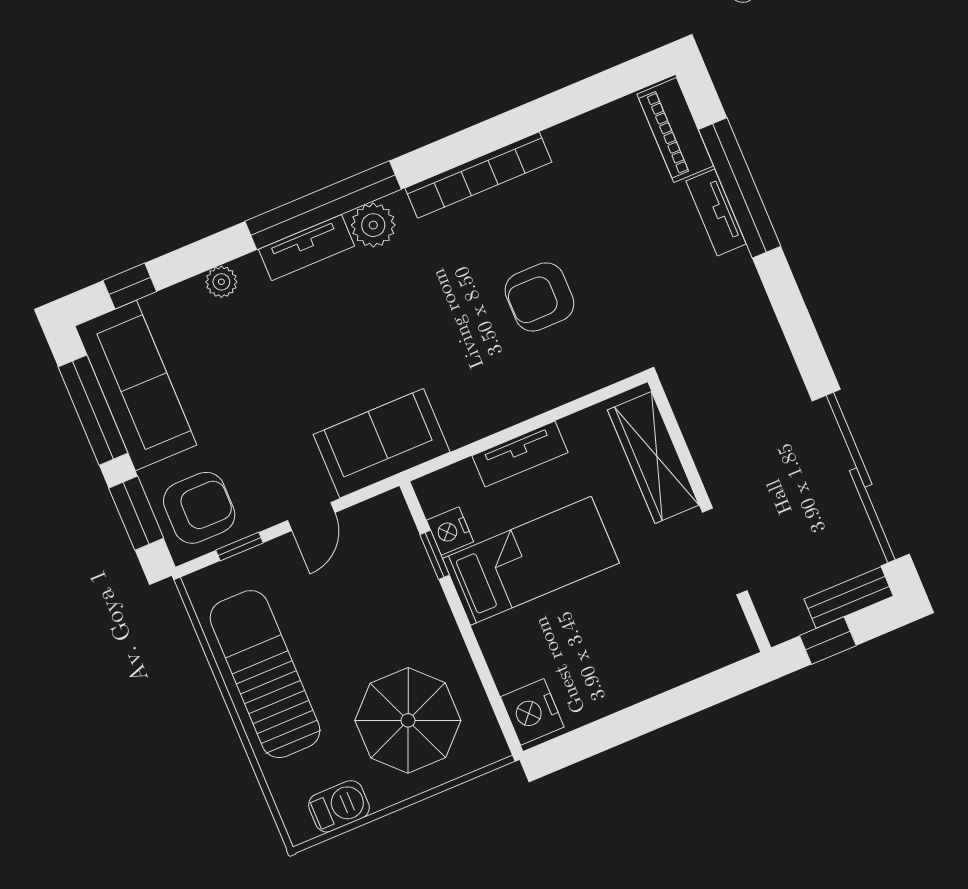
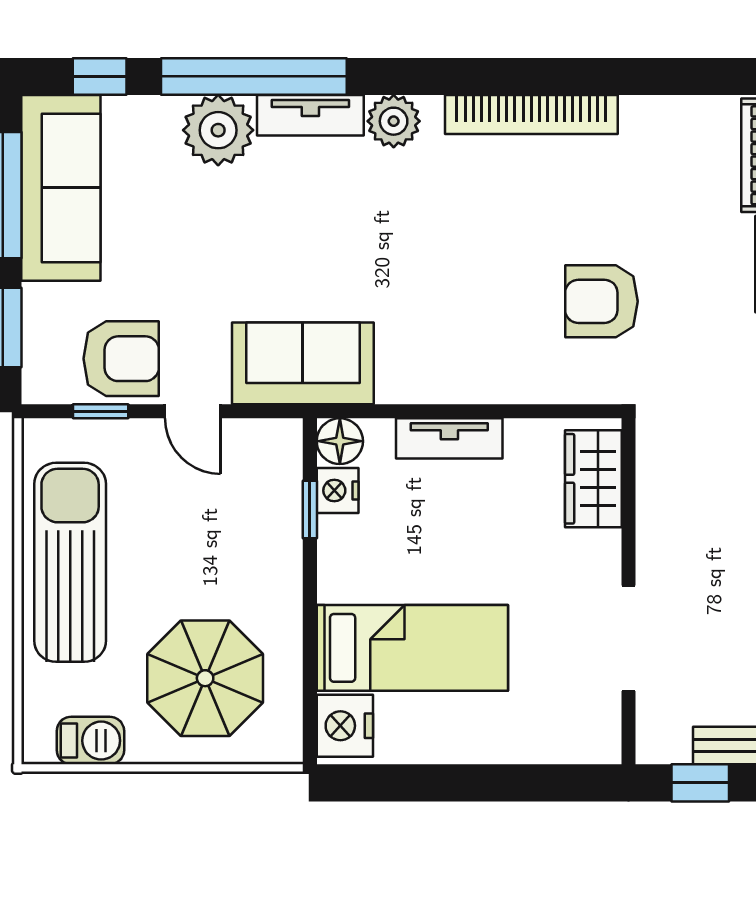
window: (323, 205) -> (254, 76), moved
plant: (221, 282) -> (218, 130), width x1.87, depth x1.87
armchair: (539, 297) -> (601, 301), moved
wardrobe: (653, 458) -> (593, 479), width x0.67
floor lamp: (436, 492) -> (340, 441), added
armchair: (199, 508) -> (121, 359), moved
door: (311, 516) -> (193, 411), hinge flipped
bed: (531, 561) -> (412, 648), moved

